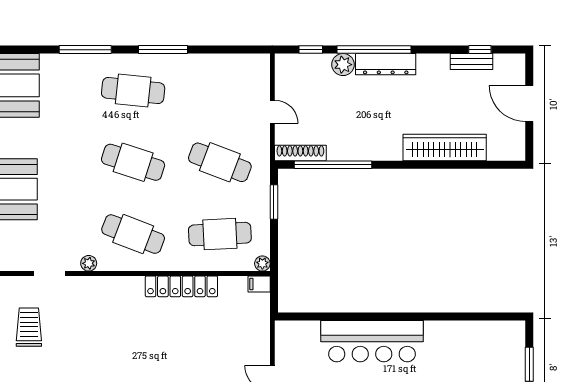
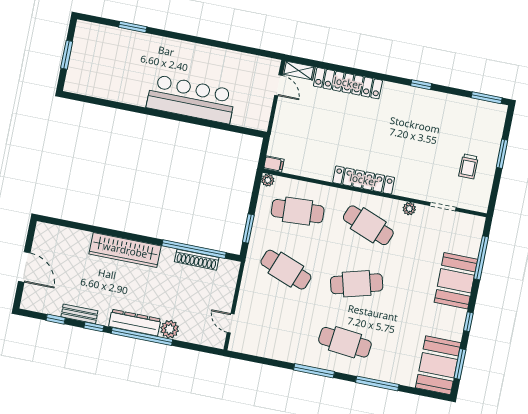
window: (311, 50) -> (94, 327), moved
bench: (472, 61) -> (79, 314), moved
door: (272, 112) -> (231, 323), moved
wardrobe: (445, 147) -> (125, 250), moved
shoe rack: (300, 153) -> (197, 260), moved
cafe table: (133, 162) -> (357, 284), turned -33
locker: (181, 286) -> (364, 180), moved
trolley: (29, 327) -> (468, 166), width x0.73, depth x0.72

